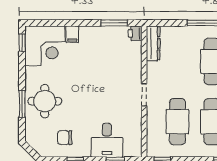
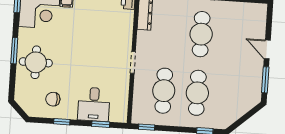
window: (22, 104) -> (14, 51), moved

